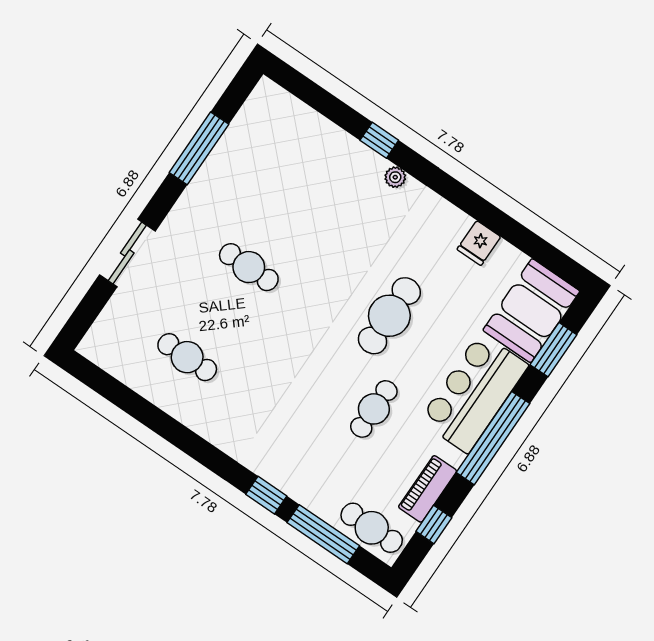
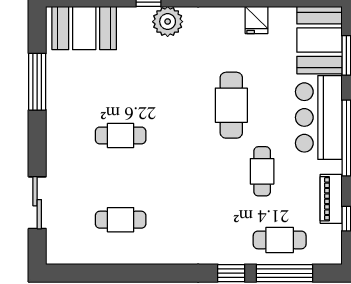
booth: (289, 125) -> (84, 28), added
plant: (395, 177) -> (168, 22), width x1.88, depth x1.88
sliding door: (127, 253) -> (37, 203), moved
cafe table: (372, 528) -> (280, 240), moved

